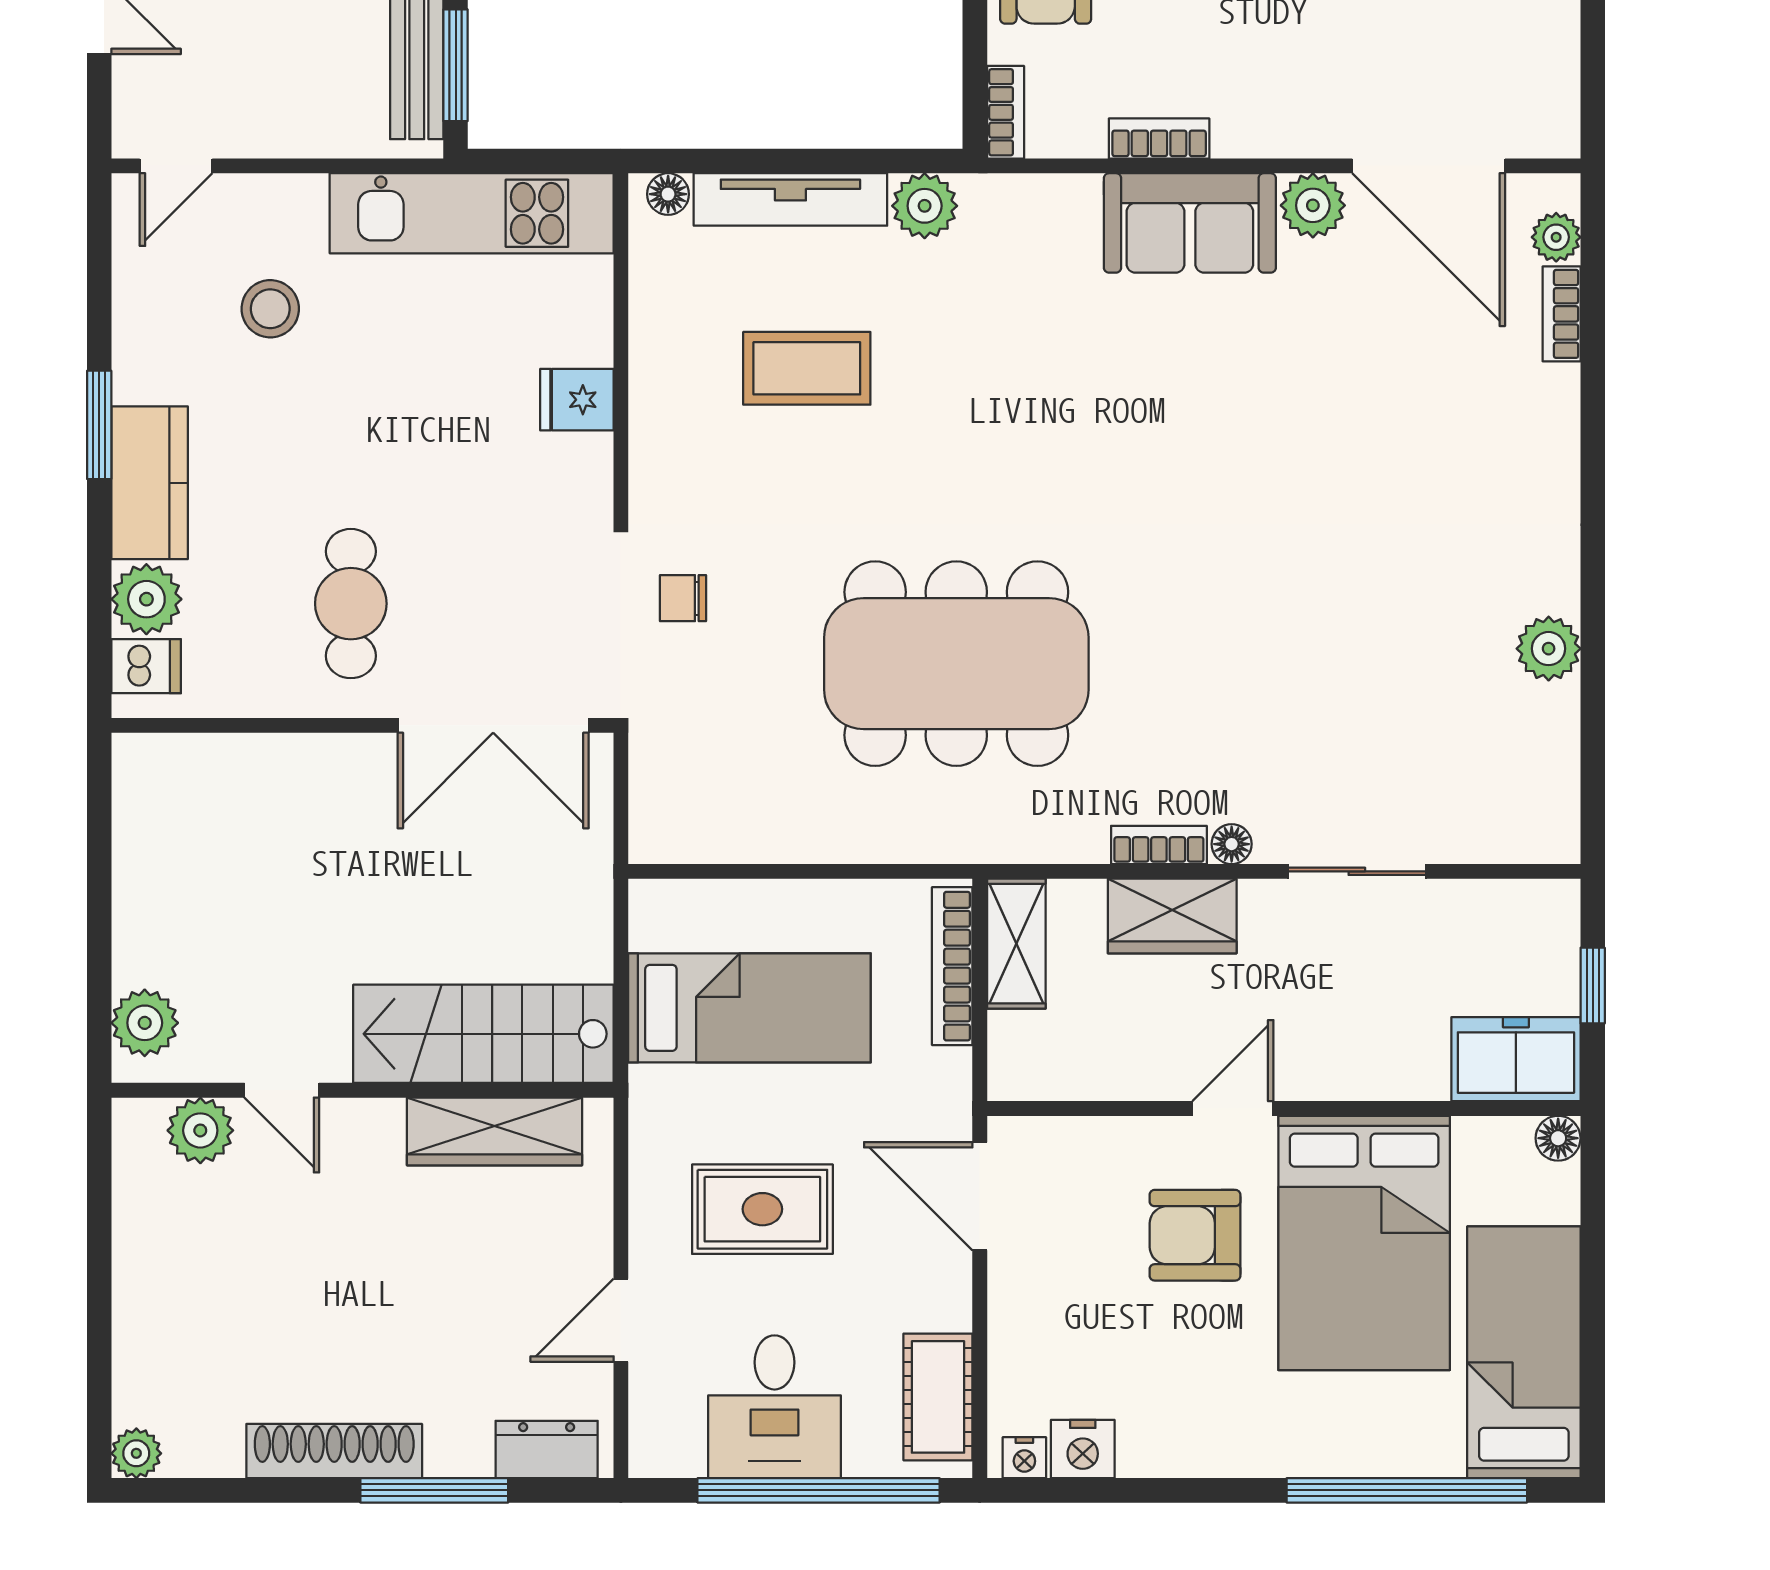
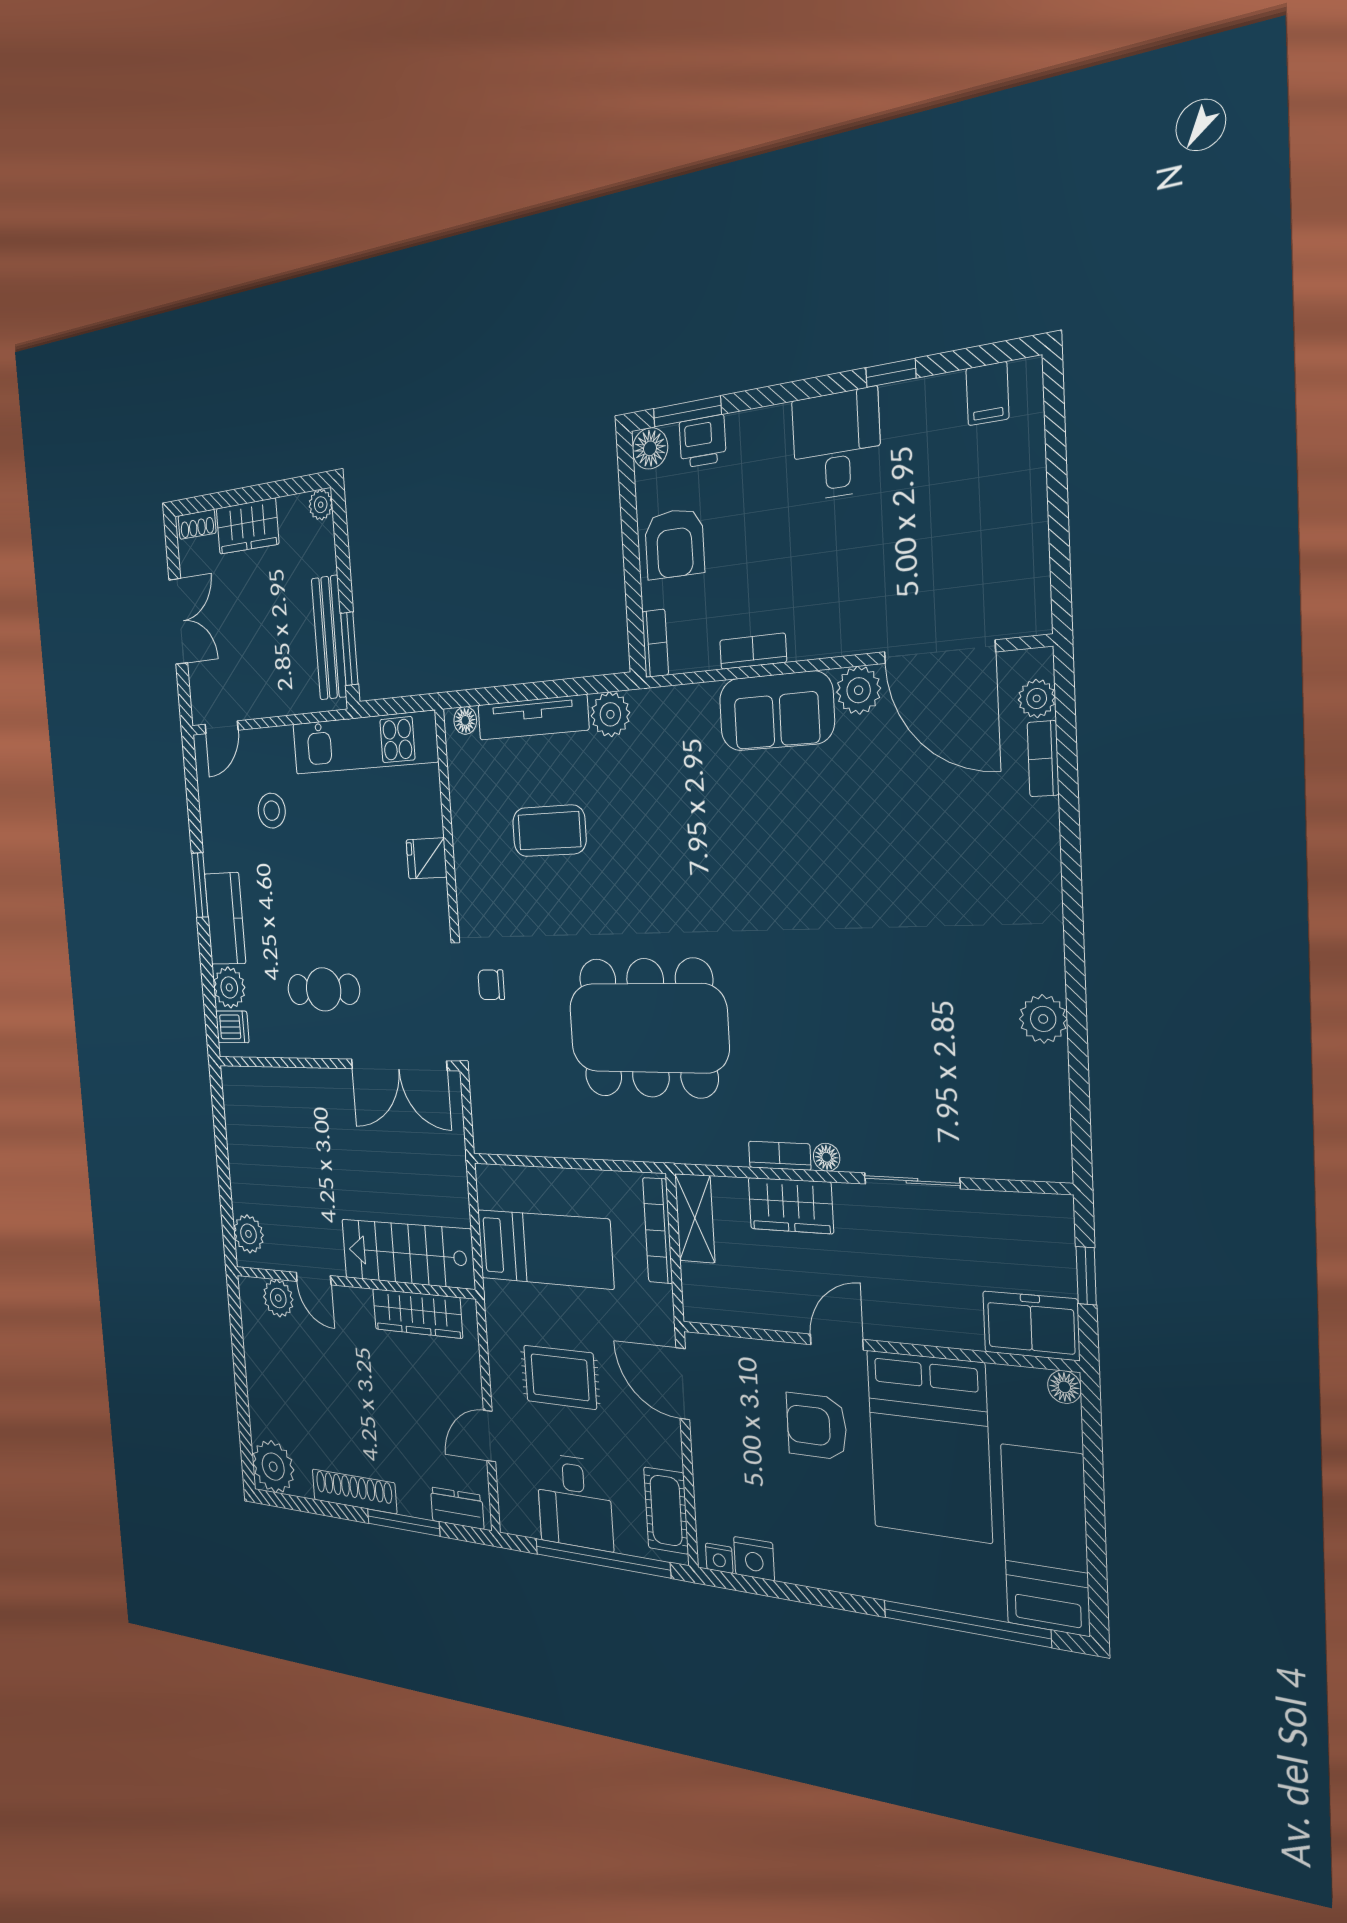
cafe table: (351, 604) -> (324, 989), turned 90
plant: (136, 1453) -> (273, 1467), width x1.87, depth x1.87

